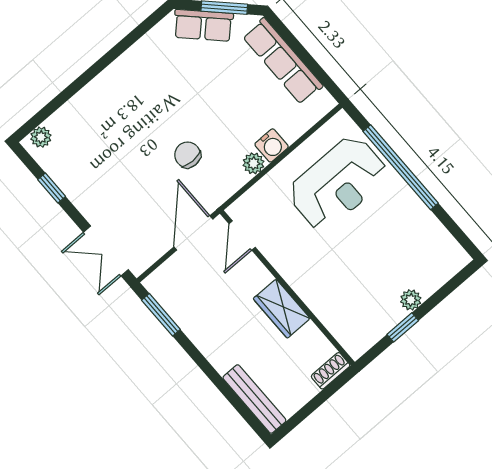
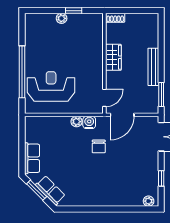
row of seats: (283, 61) -> (32, 158), width x0.68
water cooler: (272, 145) -> (89, 122), moved
bench: (254, 399) -> (153, 67), moved

